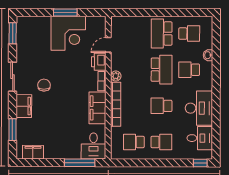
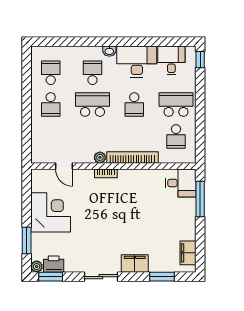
window: (65, 12) -> (27, 240), moved
plant: (21, 21) -> (37, 267), added
school desk: (162, 33) -> (51, 105), width x0.54
washbasin: (208, 55) -> (109, 51), moved
printer: (99, 62) -> (54, 264), moved, turned 180
school desk: (189, 70) -> (92, 73), turned 180
chair: (44, 85) -> (111, 240), removed
filing cabinet: (97, 108) -> (137, 179), removed
school desk: (161, 142) -> (176, 105), width x1.85

